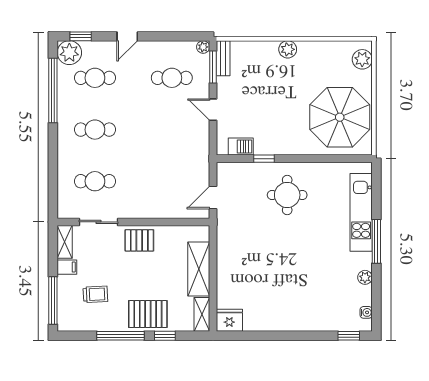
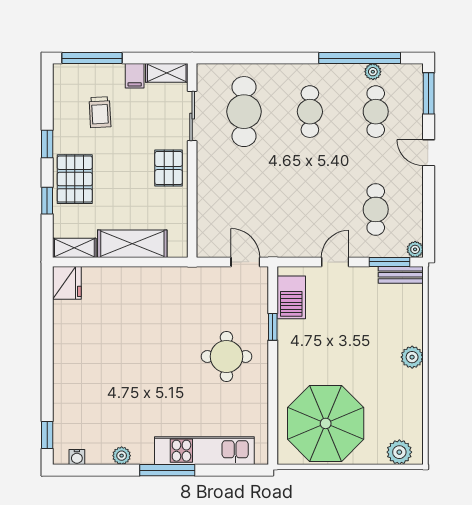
window: (81, 36) -> (429, 93), width x1.50
plant: (69, 53) -> (373, 72), moved, width x0.53, depth x0.53
barbecue: (241, 147) -> (291, 297), width x1.38, depth x1.27
cafe table: (95, 181) -> (244, 112), width x1.37, depth x1.35
door: (213, 198) -> (245, 262), moved
window: (120, 336) -> (47, 144), width x0.46

